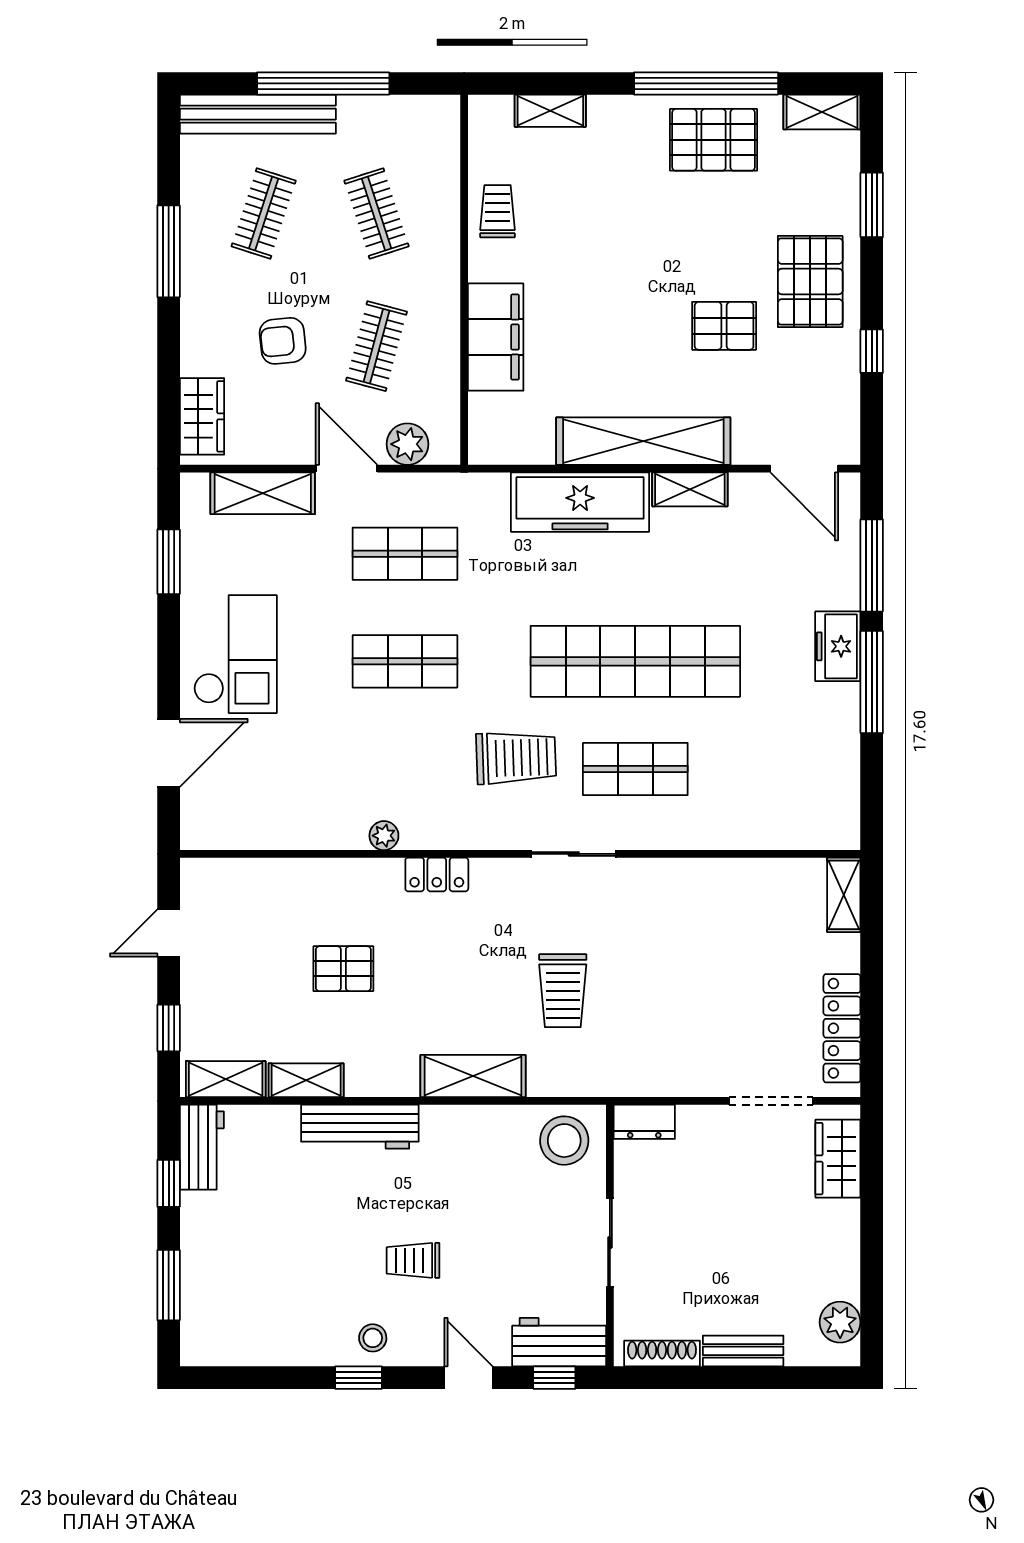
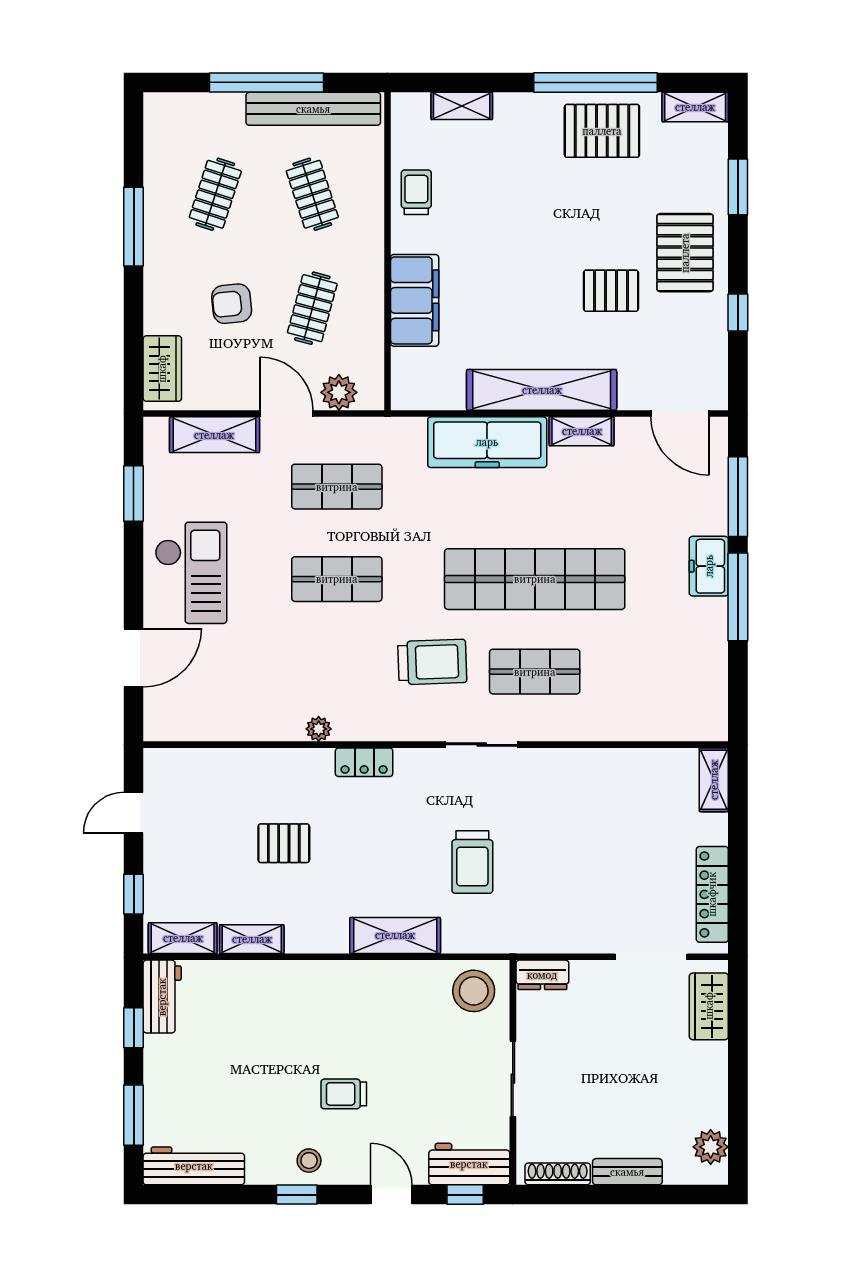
bench: (258, 114) -> (313, 109), moved
workbench: (360, 1127) -> (194, 1166), moved, turned 180

